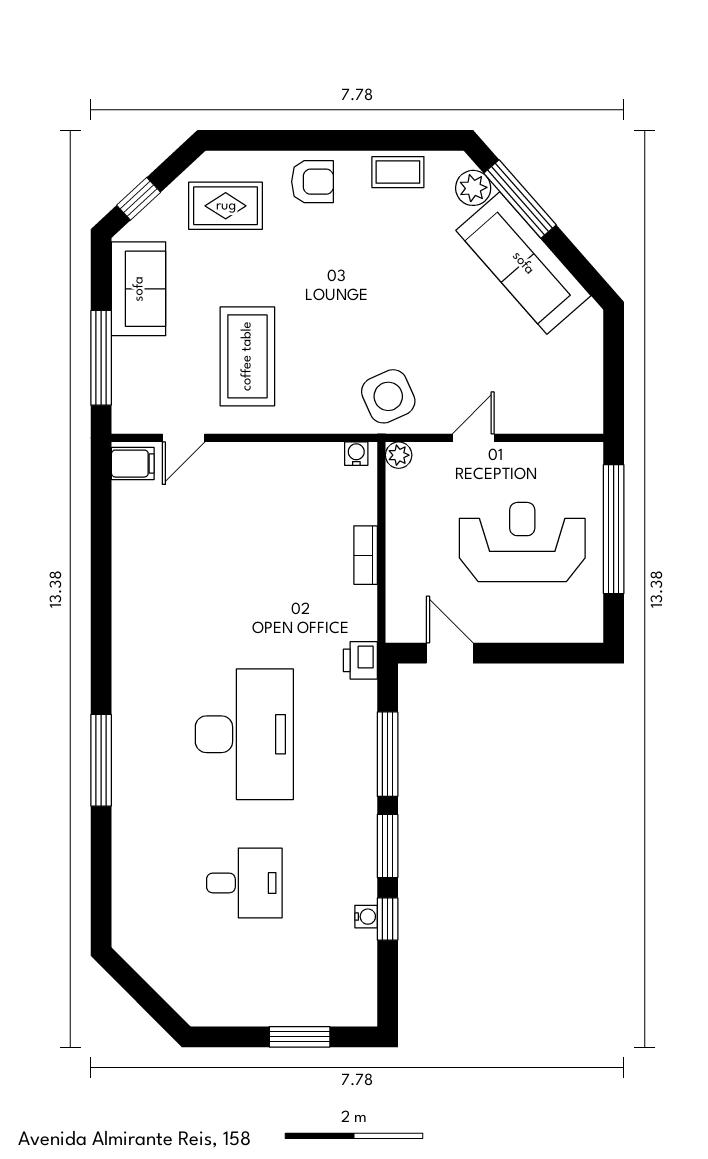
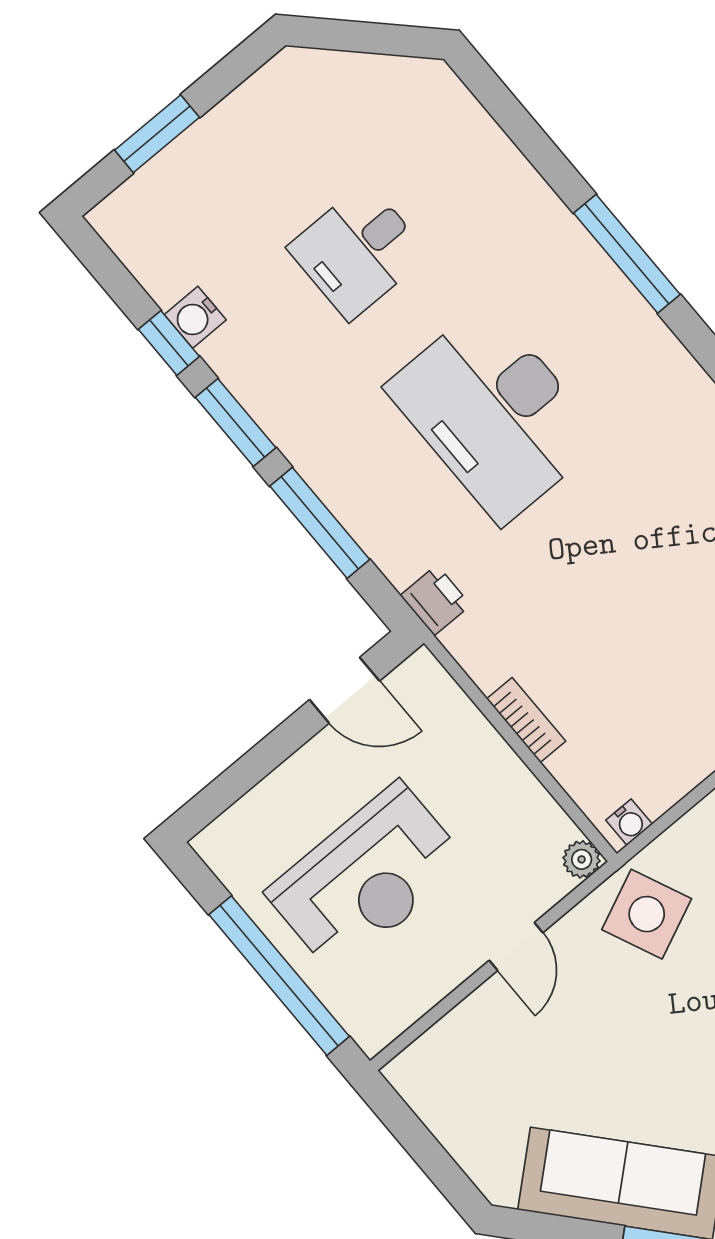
water cooler: (366, 917) -> (195, 317), width x1.38, depth x1.38

